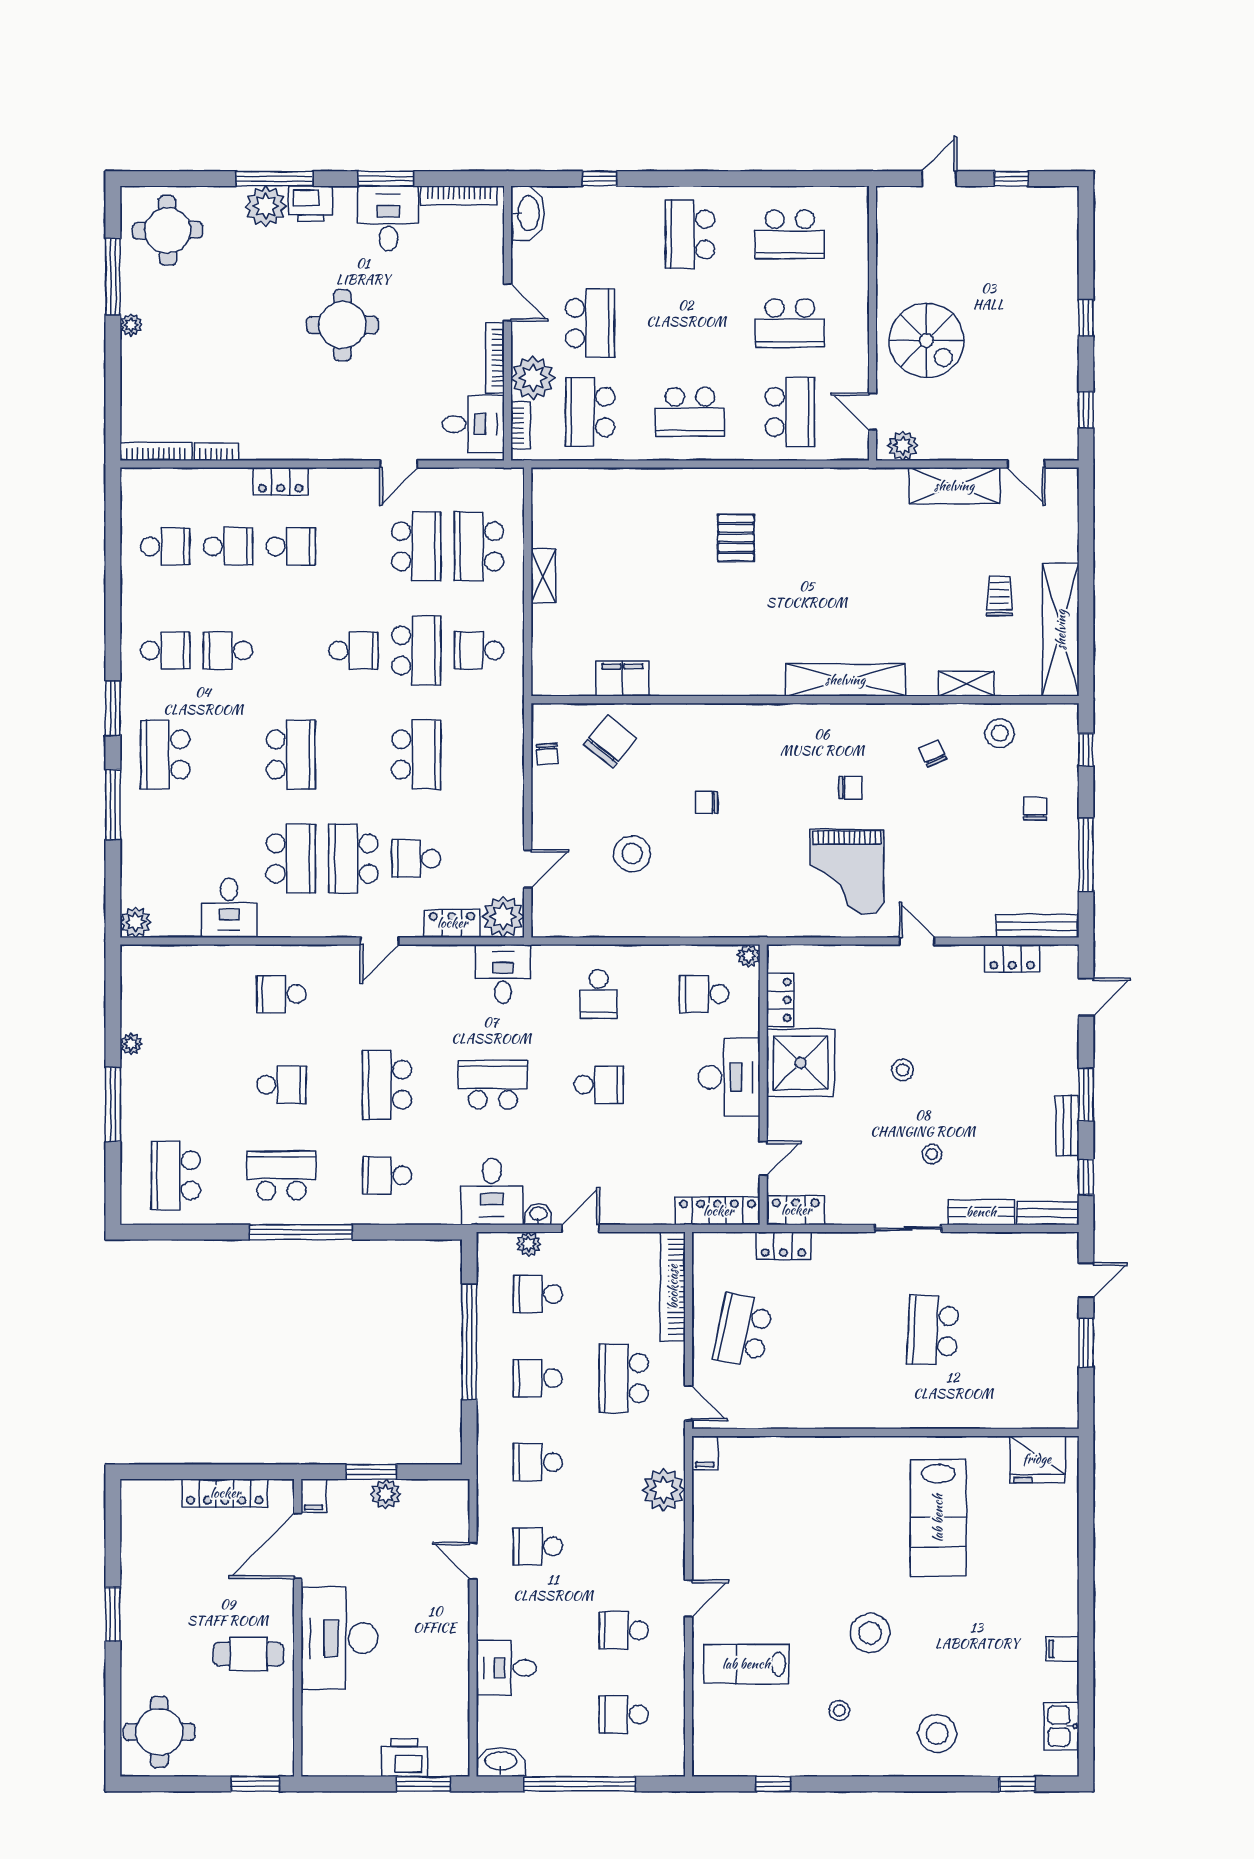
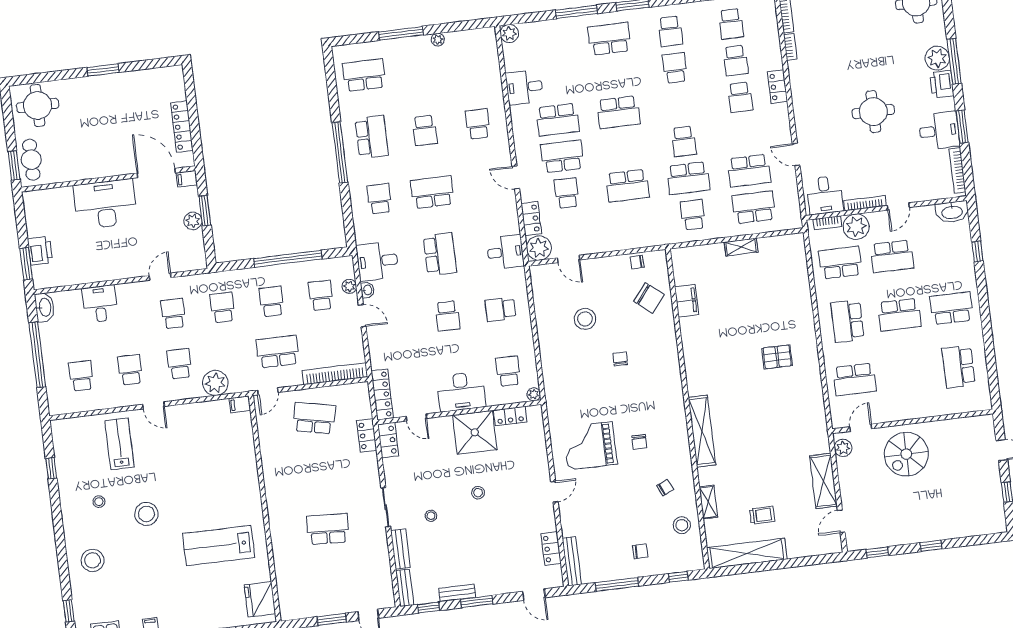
school desk: (790, 323) -> (899, 315), moved, turned -90
school desk: (624, 1546) -> (179, 364), added
cafe table: (248, 1654) -> (31, 160), moved

